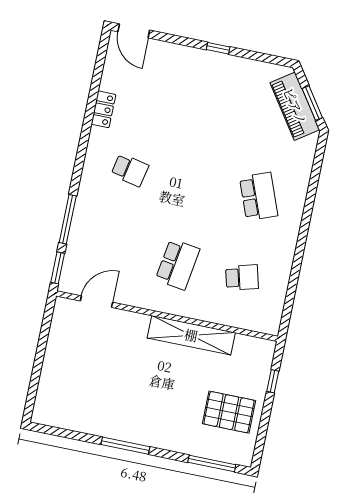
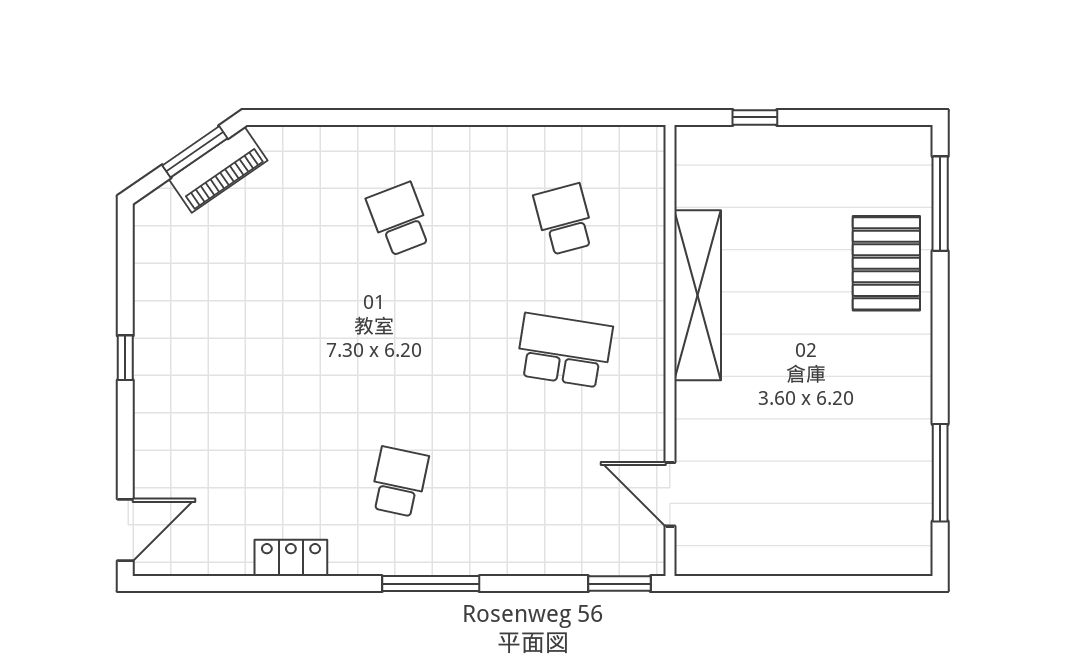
piano: (295, 106) -> (218, 170), width x0.73, depth x0.75
school desk: (259, 196) -> (399, 219), width x0.54
window: (68, 219) -> (431, 584), moved
pallet: (229, 412) -> (886, 263), moved
window: (125, 446) -> (940, 473), moved

